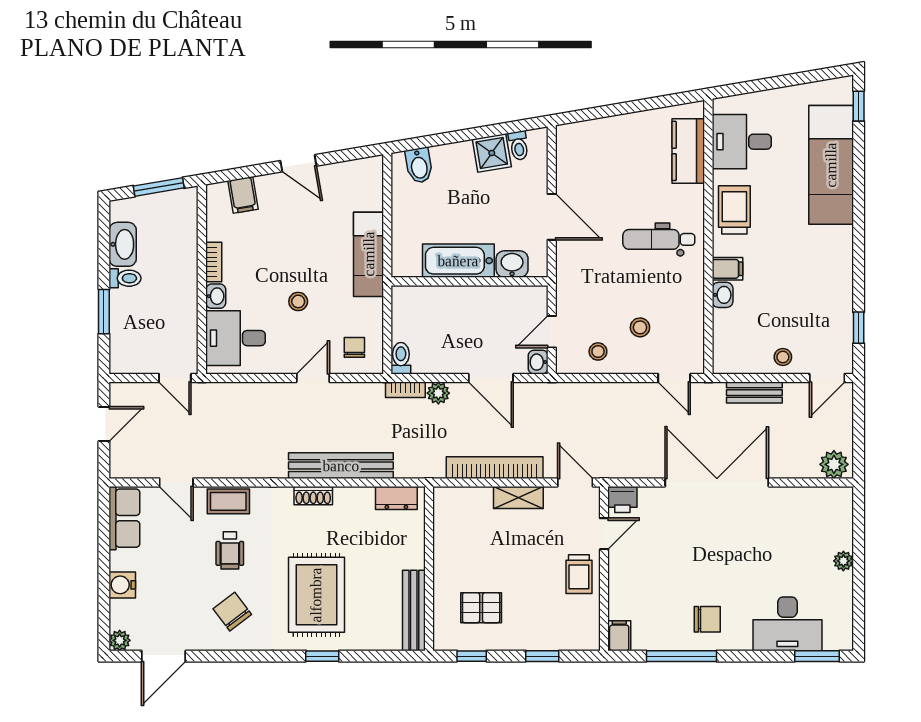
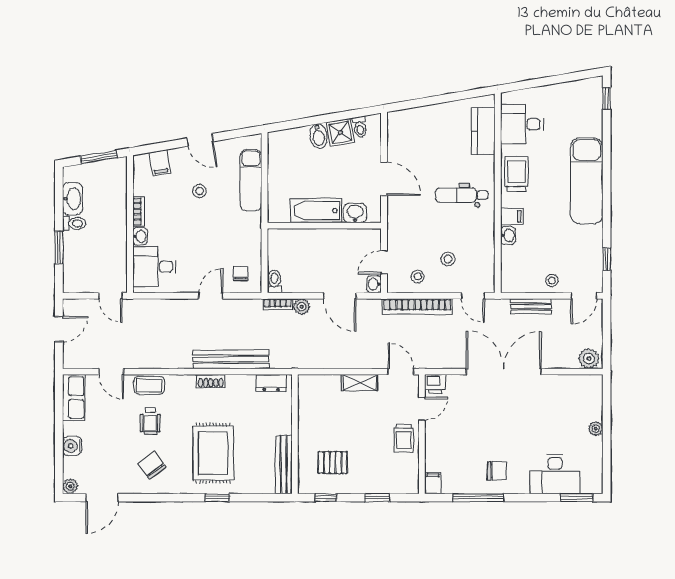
bidet: (419, 165) -> (318, 136), moved
exam couch: (831, 165) -> (587, 181), moved
exam couch: (369, 254) -> (251, 180), moved
stool: (298, 301) -> (200, 191), moved
bookcase: (495, 468) -> (418, 307), moved, turned 180

